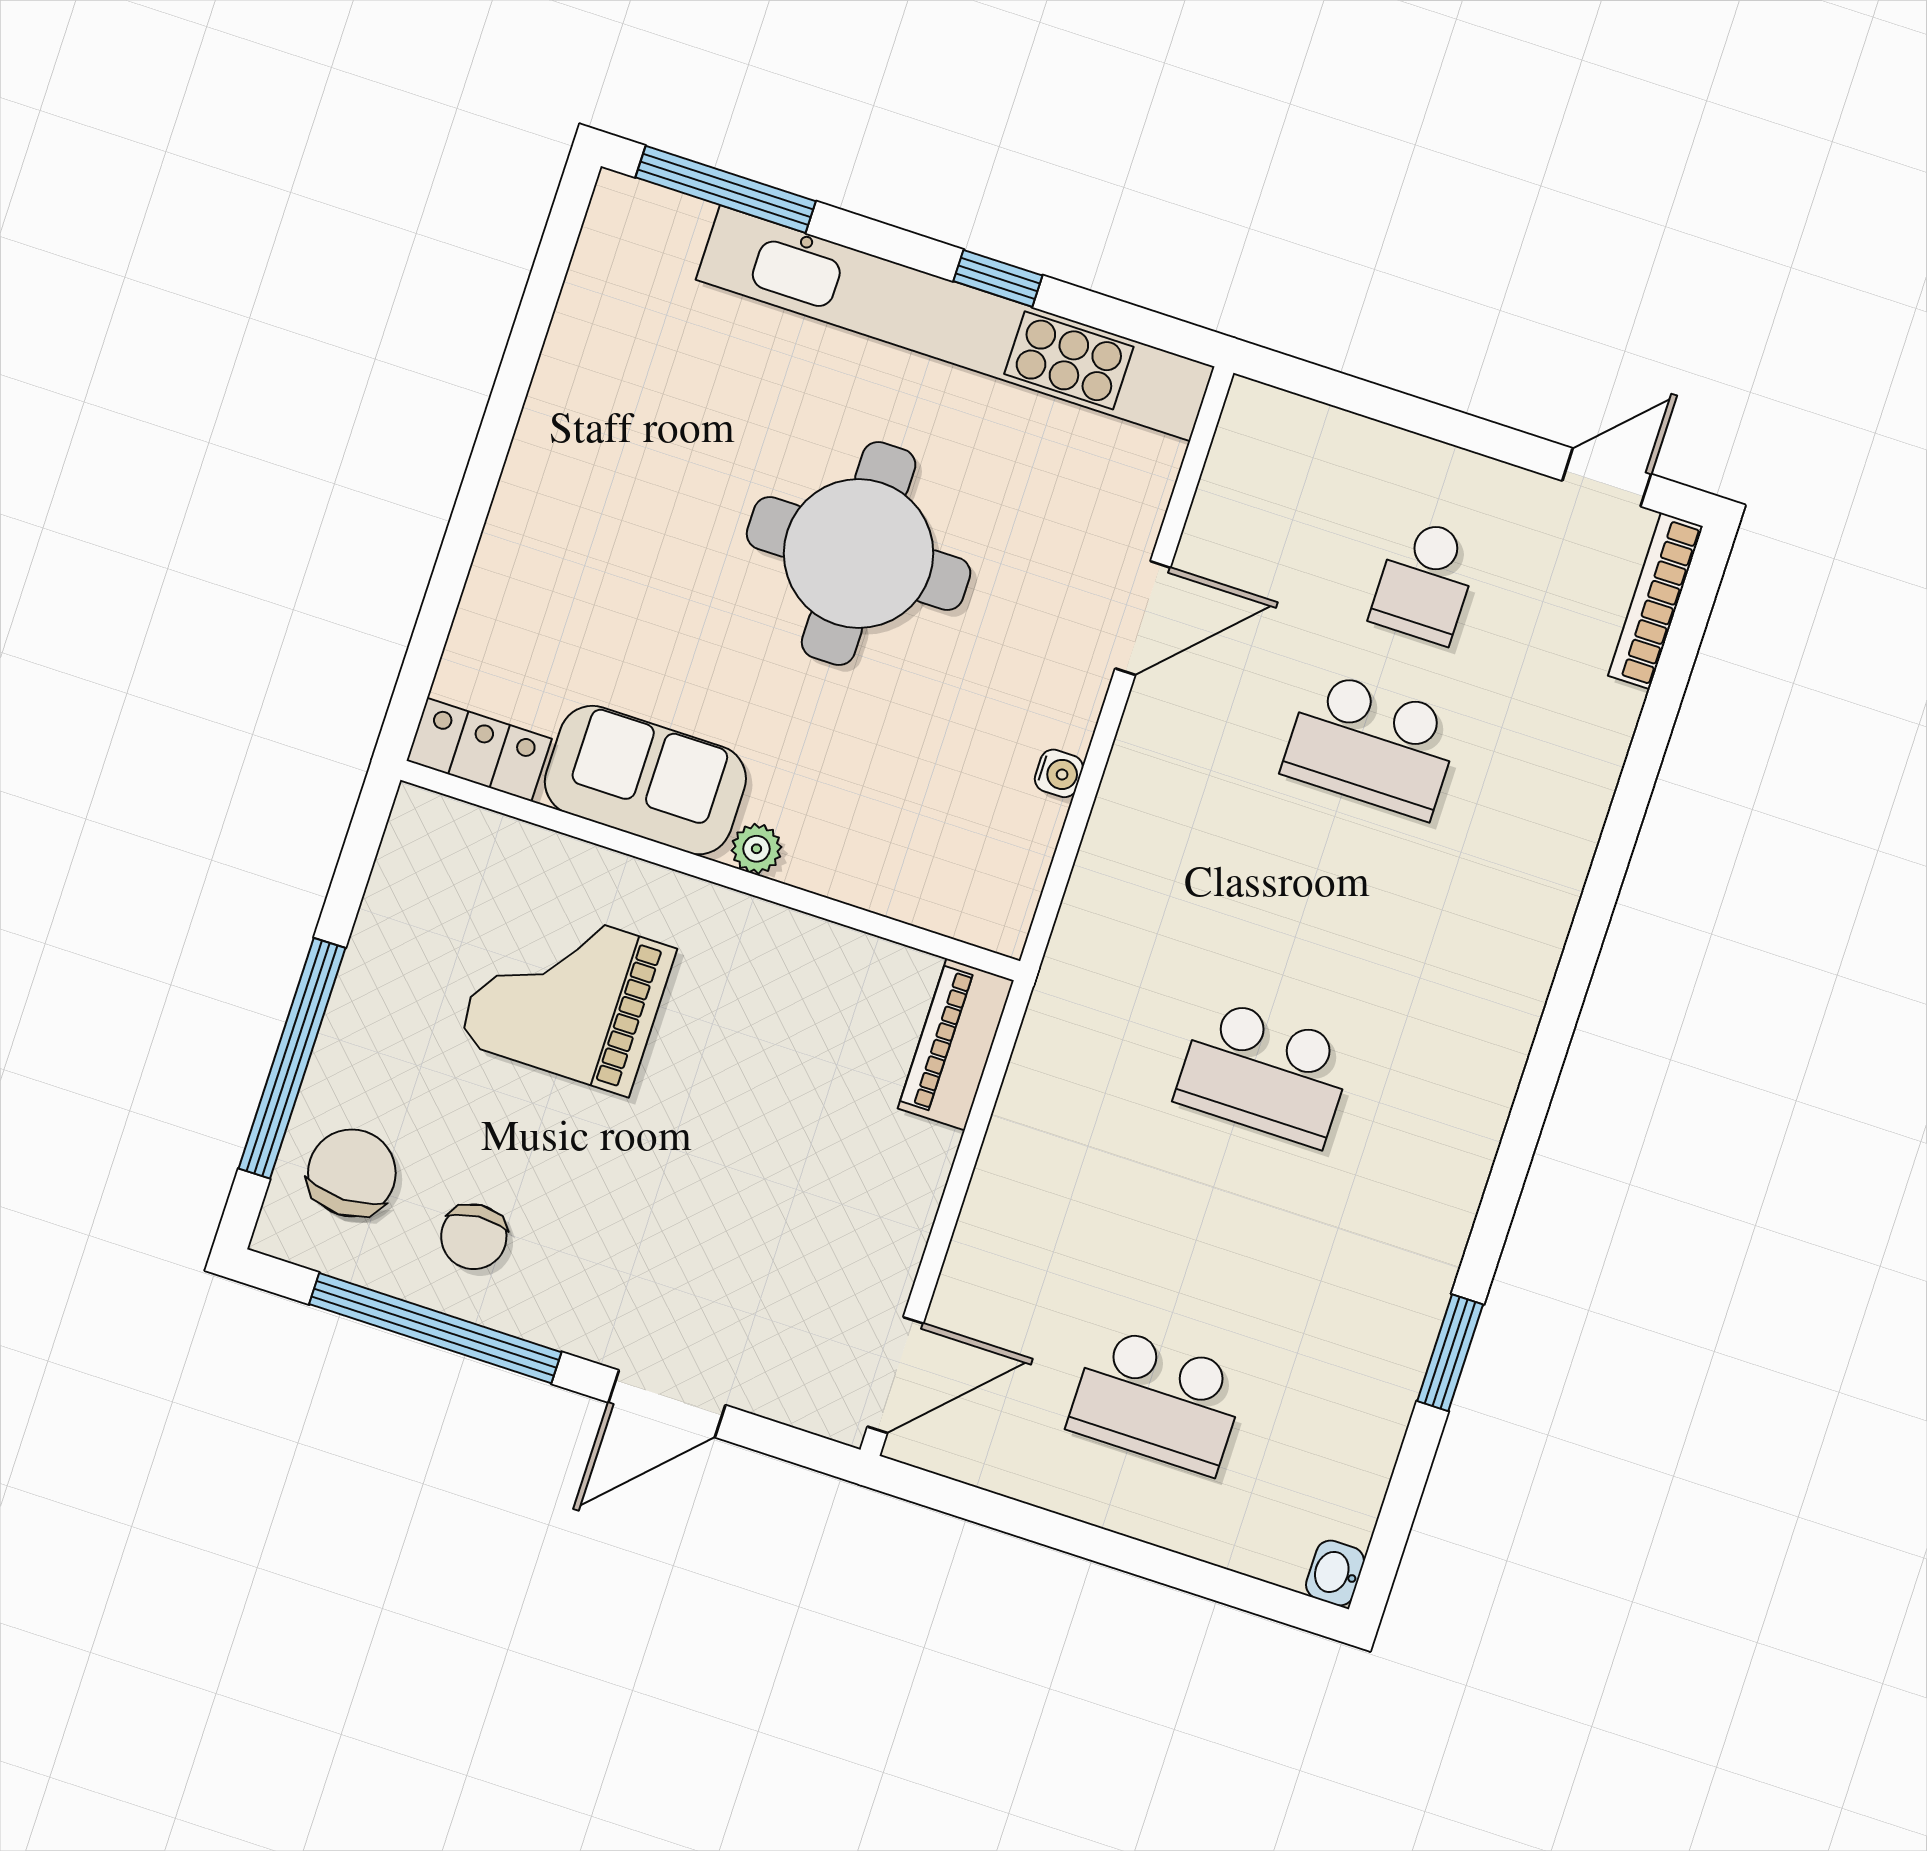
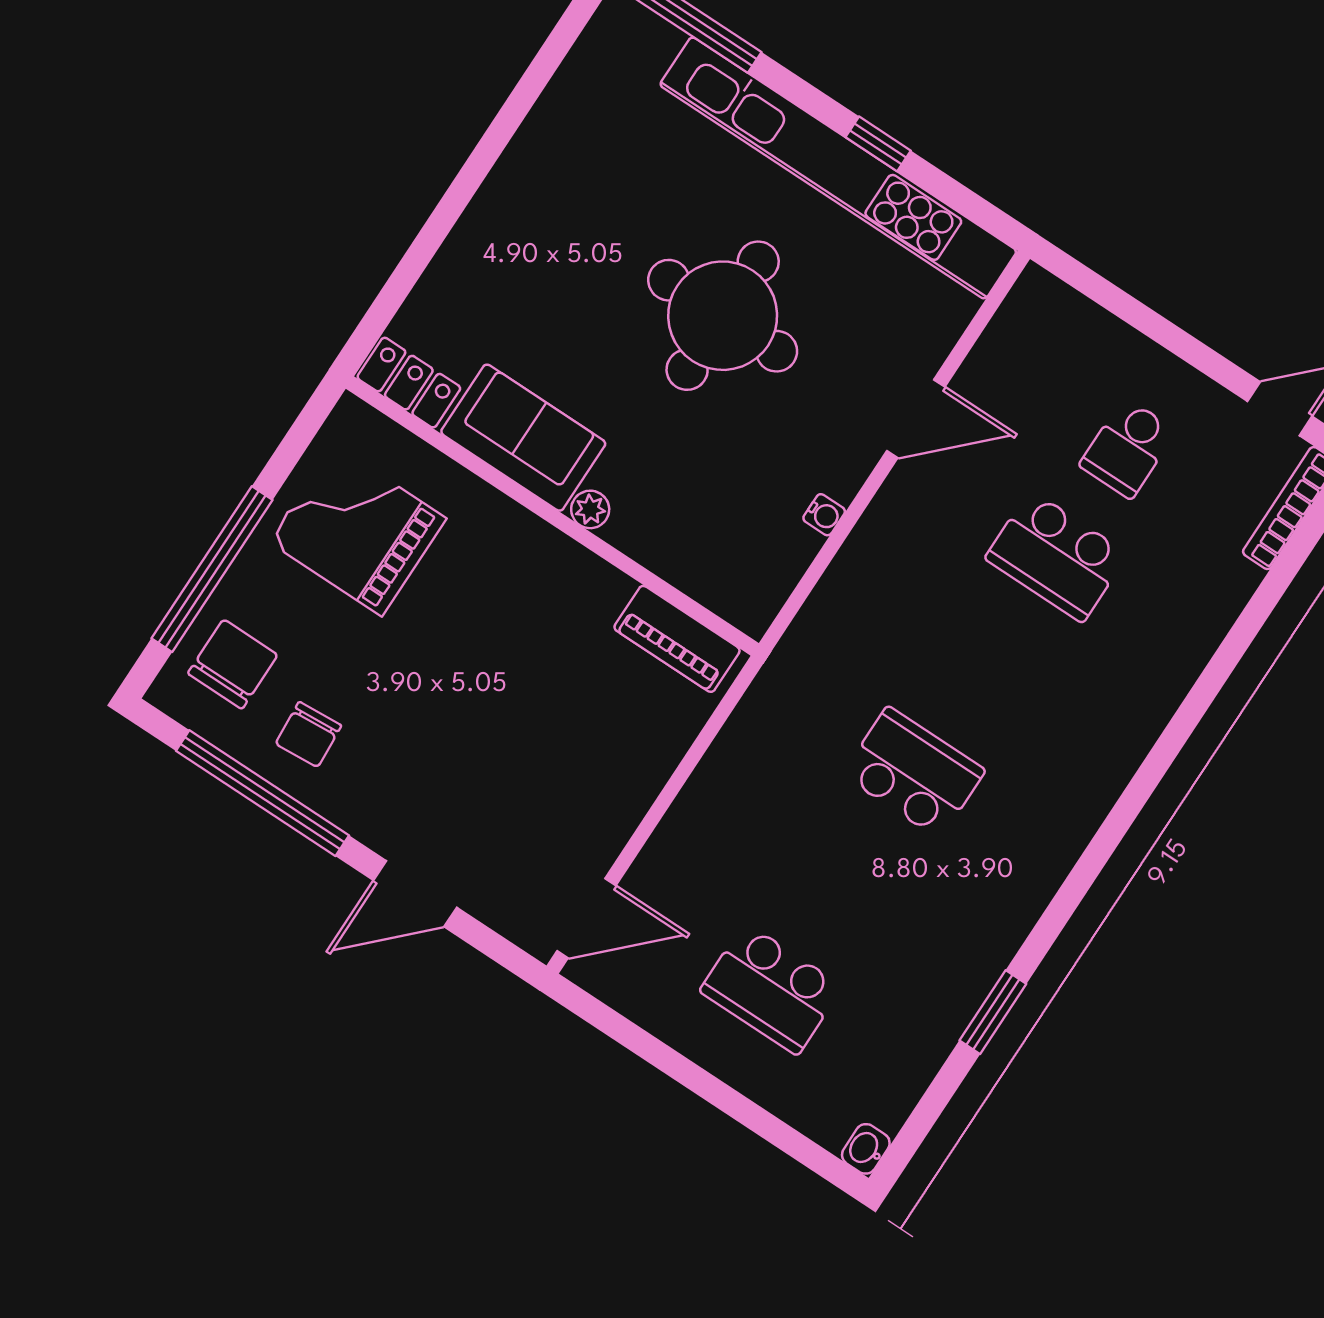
grand piano: (567, 995) -> (358, 530), moved
piano: (956, 1044) -> (677, 639), moved, turned -90
school desk: (1264, 1073) -> (914, 773), turned 180

